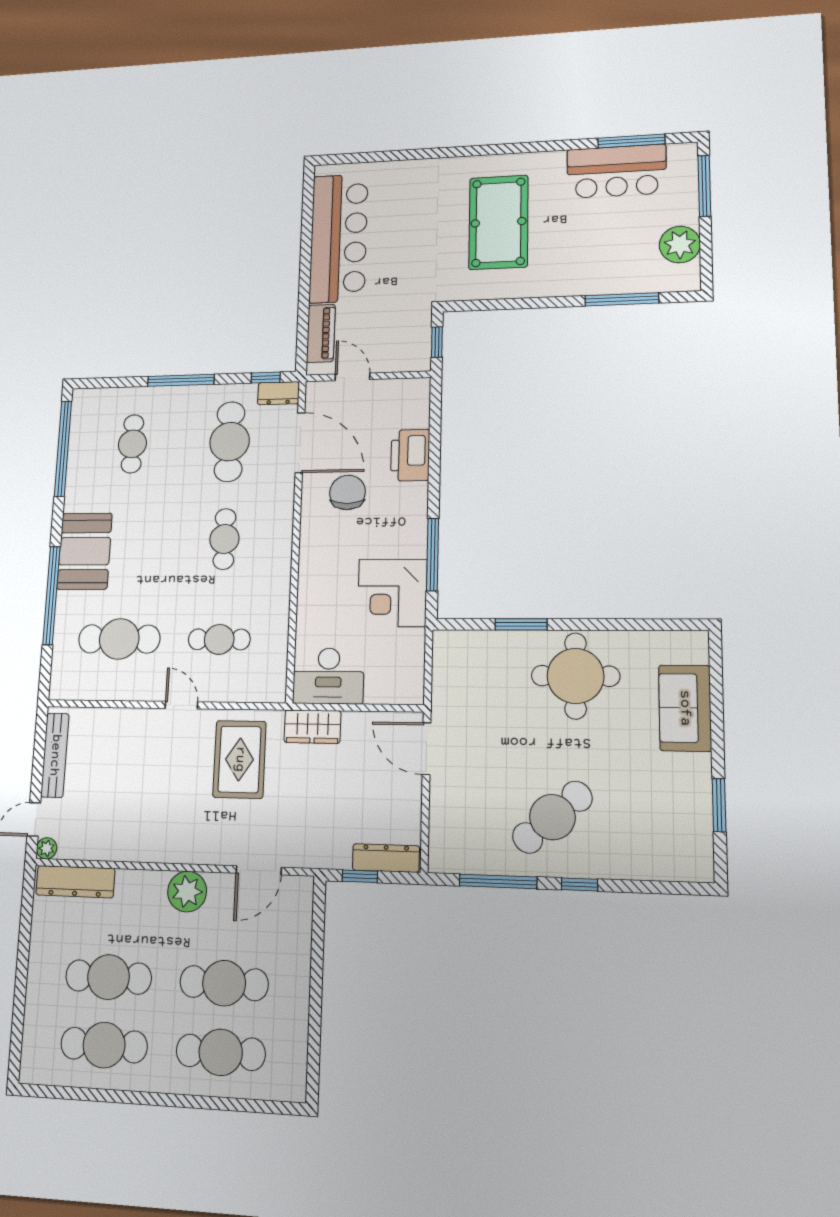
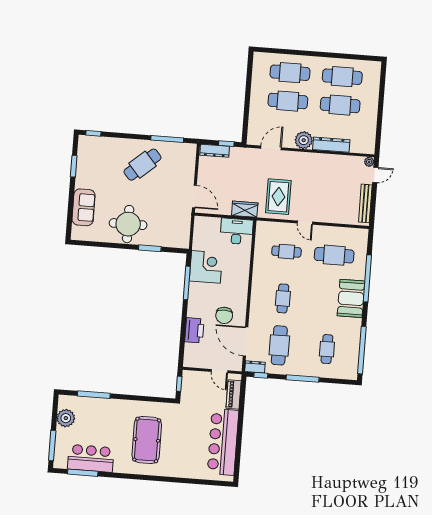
dresser: (75, 882) -> (331, 145), moved
window: (580, 884) -> (93, 133), moved

